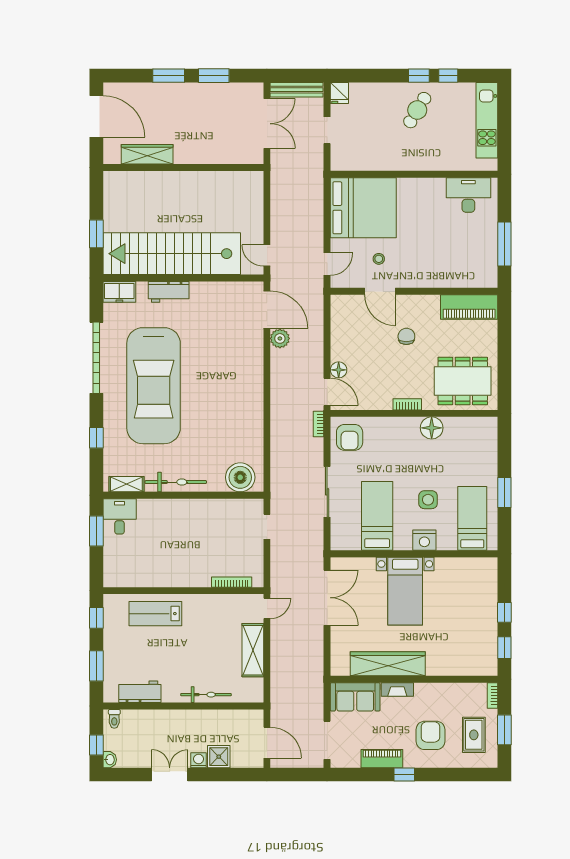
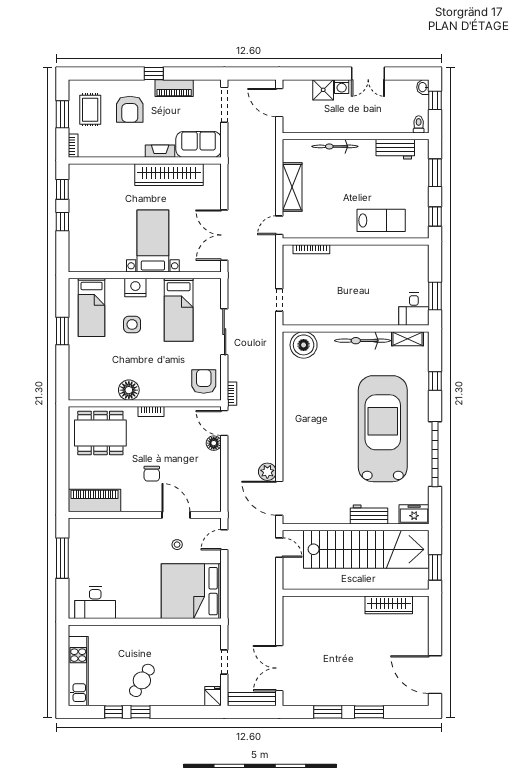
wardrobe: (147, 154) -> (389, 605), moved
wall: (183, 168) -> (356, 593), moved

